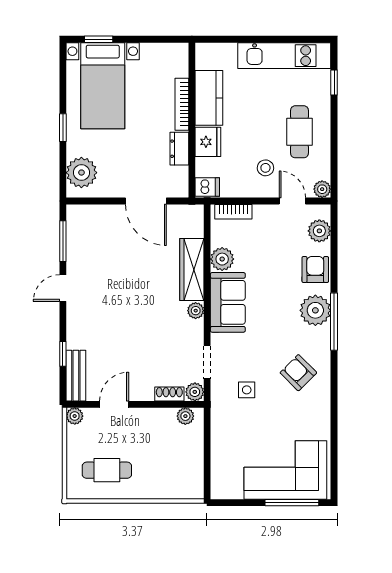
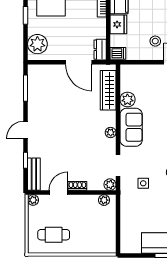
dresser: (179, 149) -> (100, 50), moved
bookcase: (233, 212) -> (135, 69), removed
wardrobe: (192, 270) -> (108, 90), moved
door: (63, 288) -> (26, 130), moved
shoe rack: (169, 394) -> (77, 186), moved

